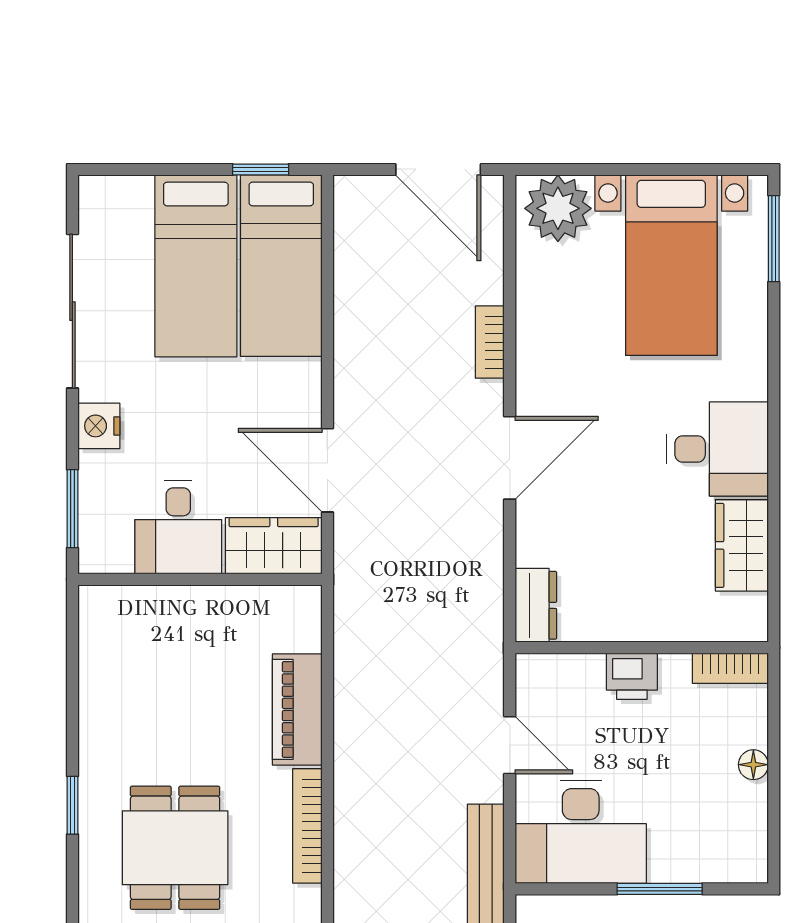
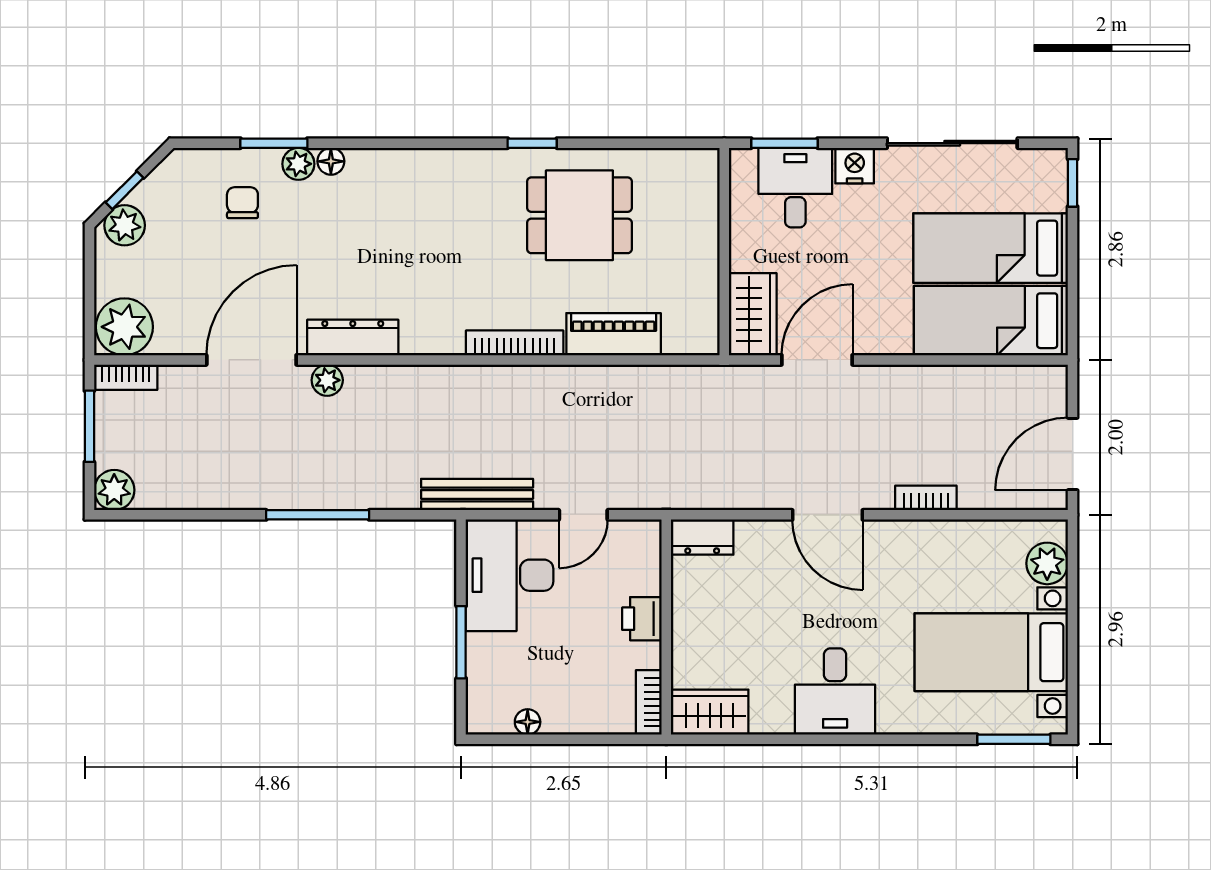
window: (261, 169) -> (1073, 183), moved
plant: (558, 208) -> (1047, 563), width x0.73, depth x0.73
desk: (178, 527) -> (795, 188), moved, turned 90
wardrobe: (742, 545) -> (710, 712), moved
floor lamp: (753, 765) -> (528, 722), moved
dining table: (175, 848) -> (579, 215), moved

